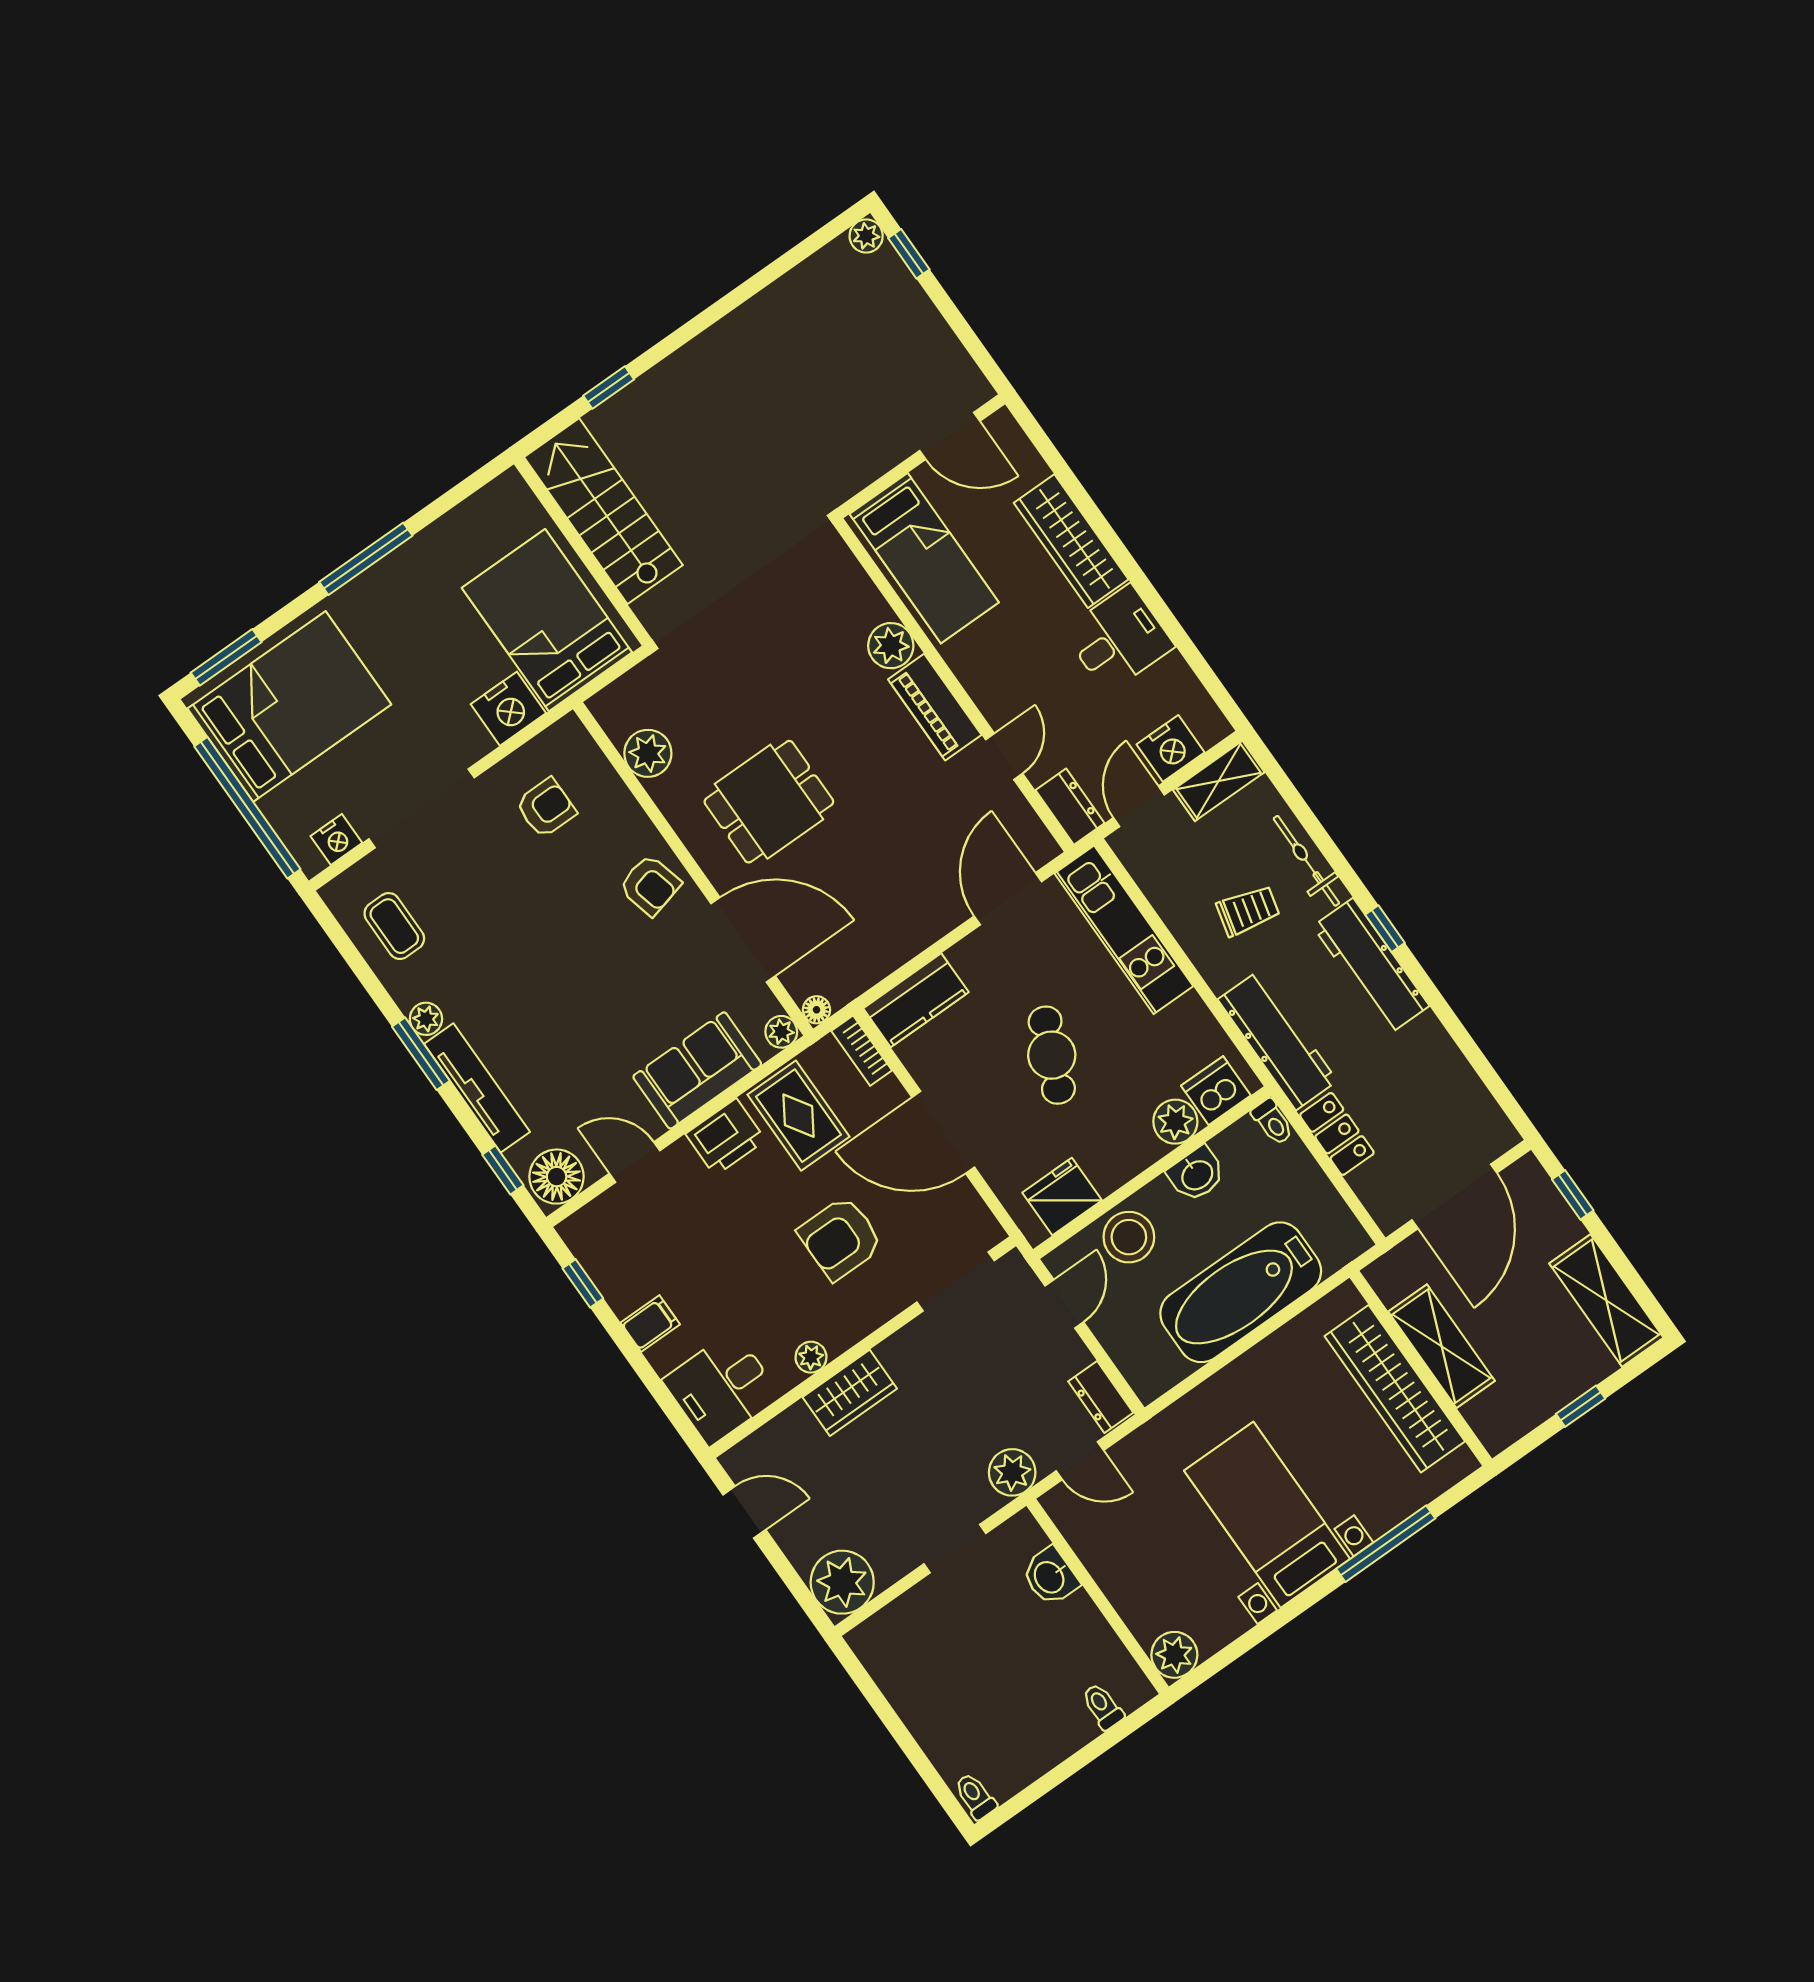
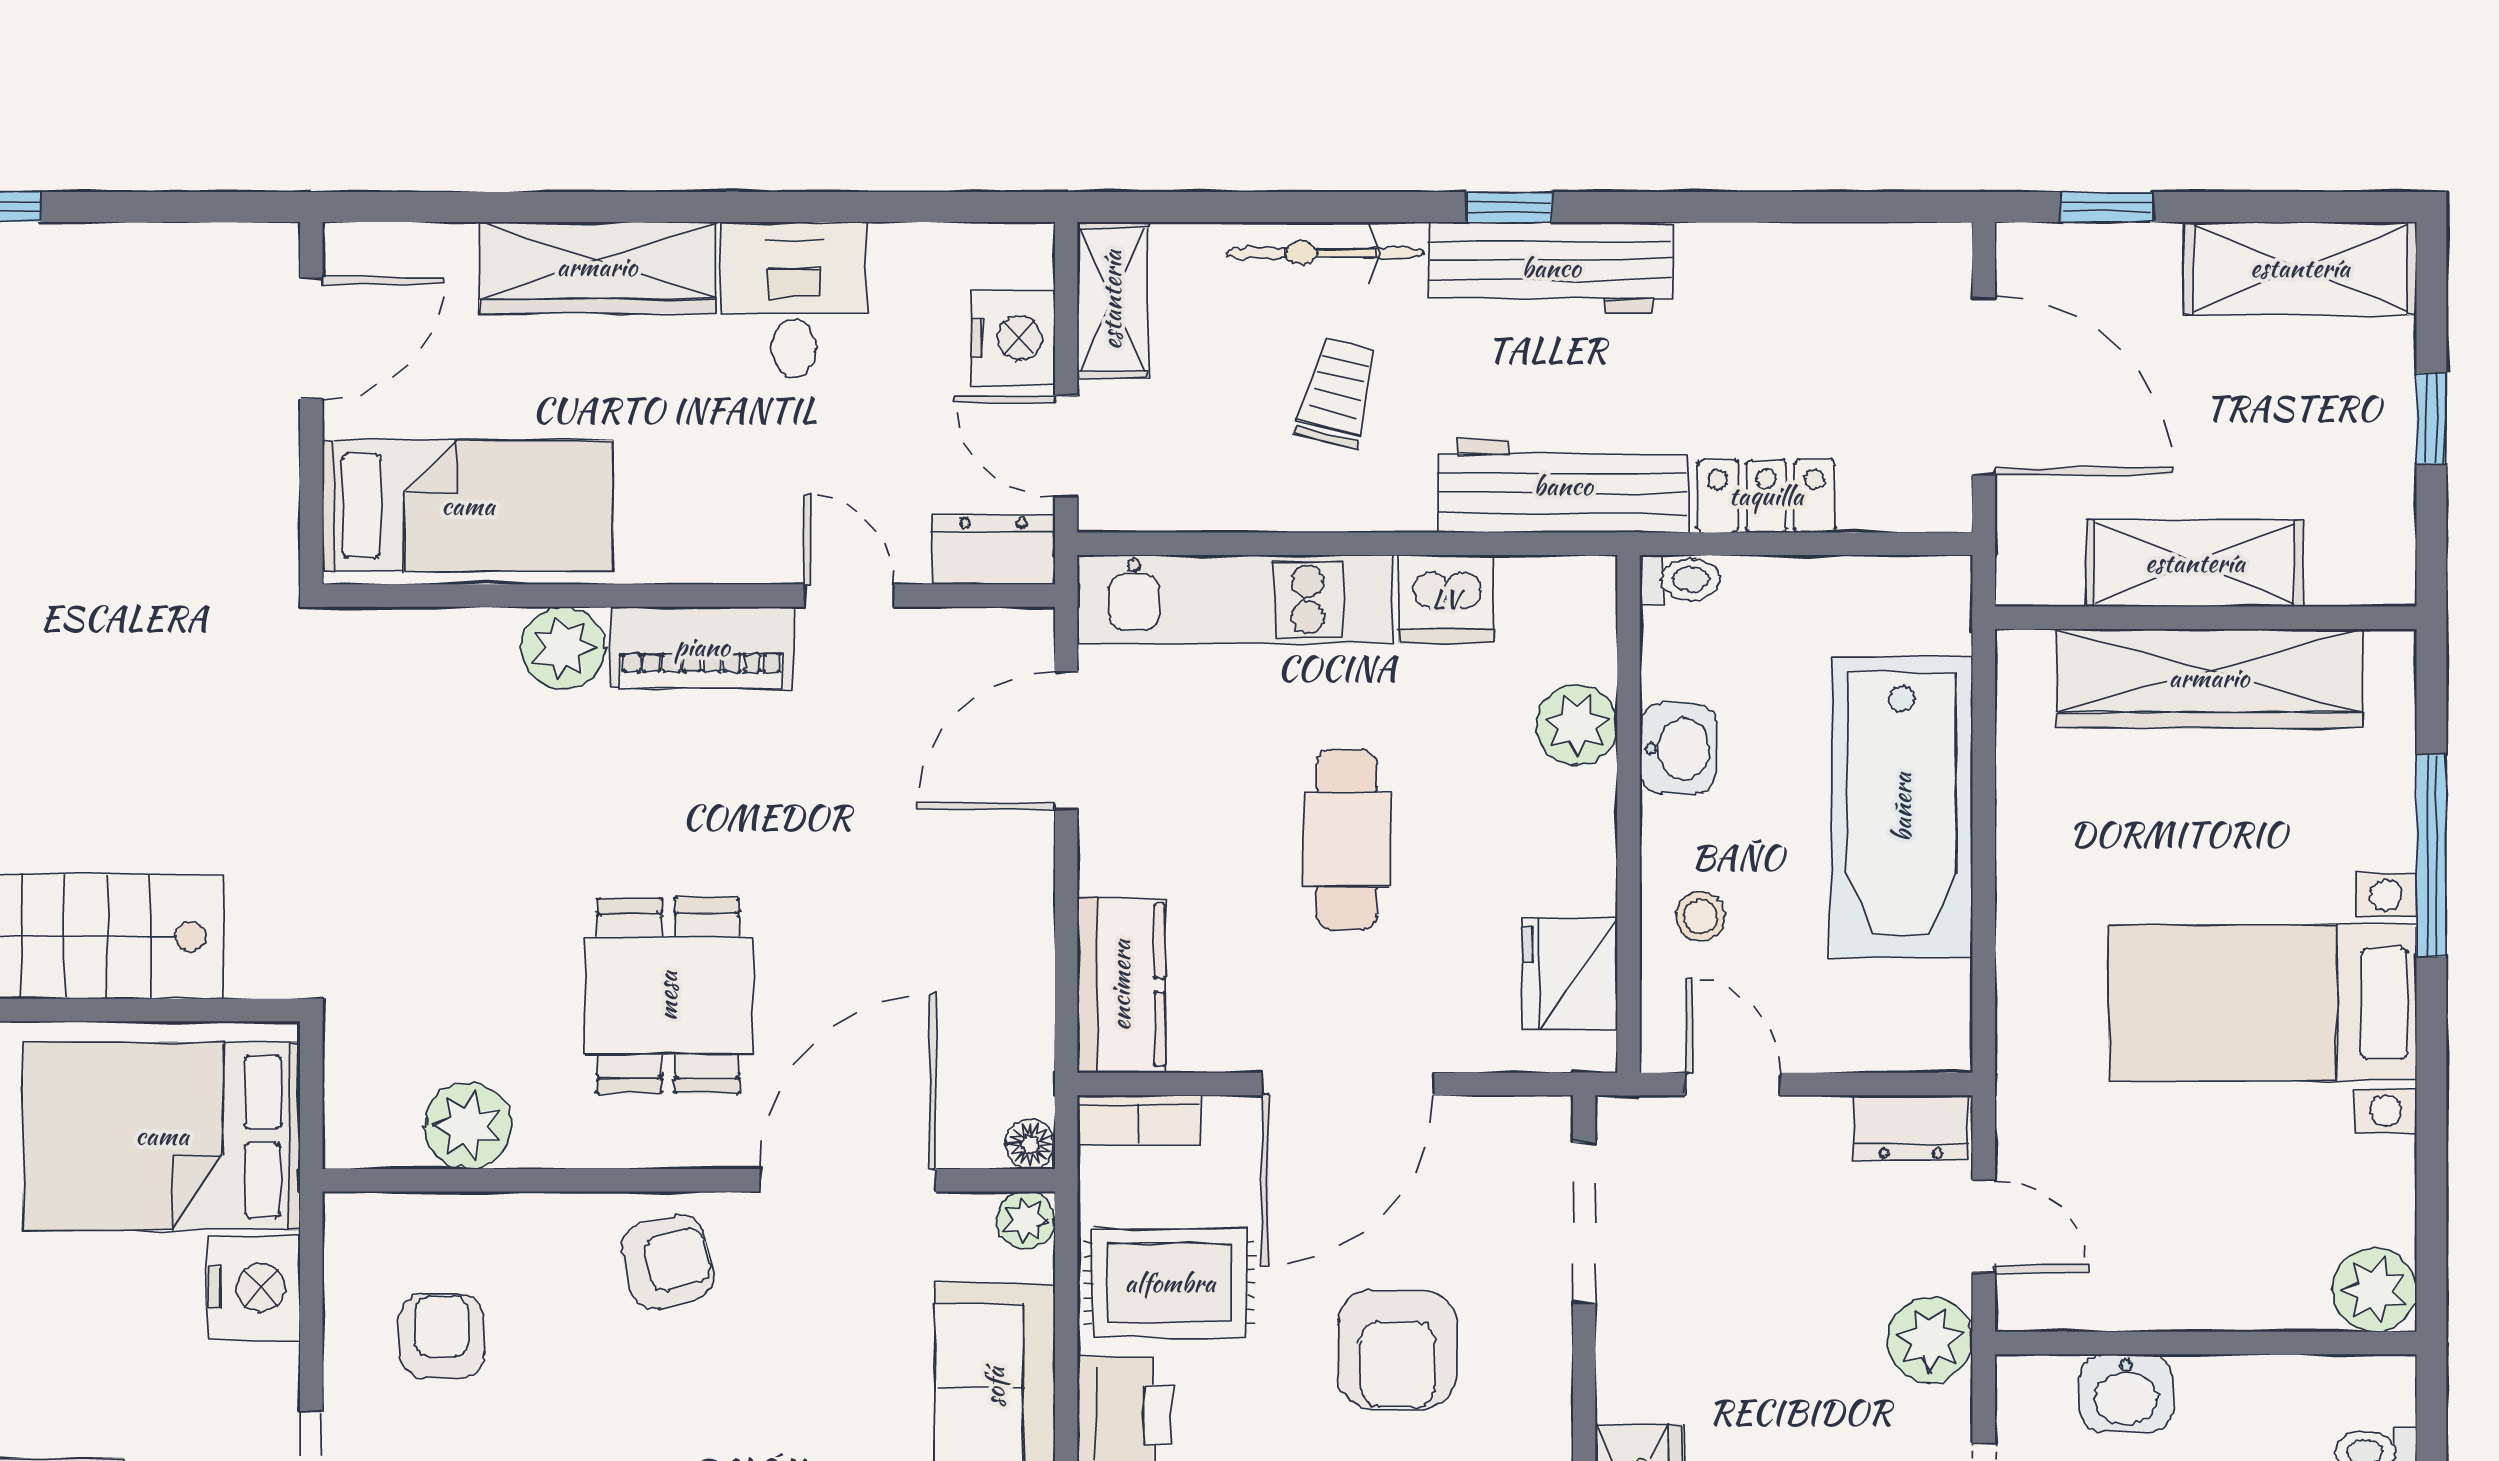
door: (1008, 899) -> (1066, 740), hinge flipped
cafe table: (1052, 1055) -> (1347, 840), turned 66
dishwasher: (1216, 1091) -> (1446, 599), moved, turned -90
stool: (1129, 1237) -> (1701, 917), width x0.53, depth x0.53
door: (1080, 1461) -> (1984, 1226), hinge flipped

